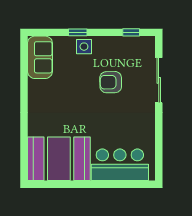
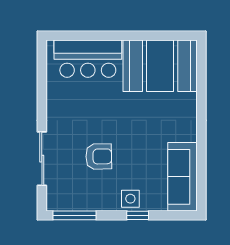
window: (131, 32) -> (74, 215), width x2.17
sofa: (40, 57) -> (182, 177), width x1.36

